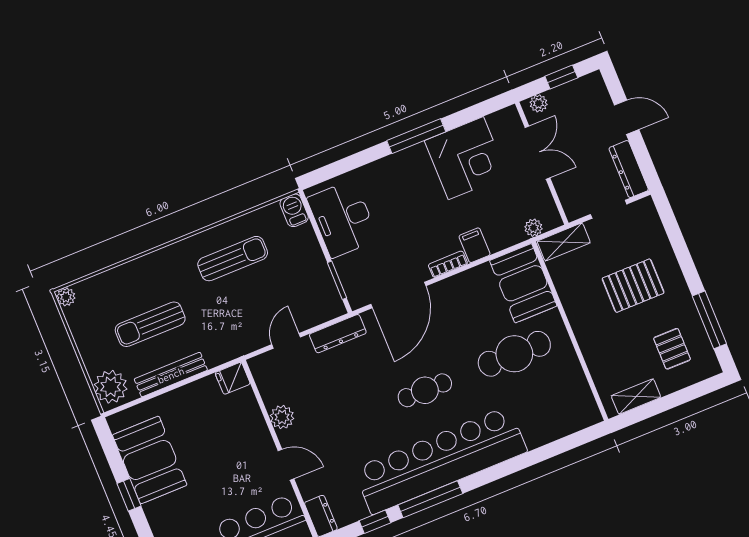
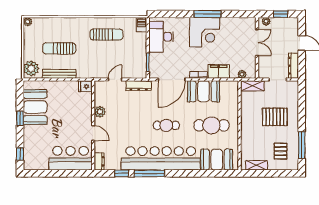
corner desk: (466, 158) -> (205, 32), moved
filing cabinet: (475, 245) -> (219, 71), width x2.00
booth: (523, 283) -> (204, 91), moved, turned 90
booth: (553, 417) -> (217, 160), added

